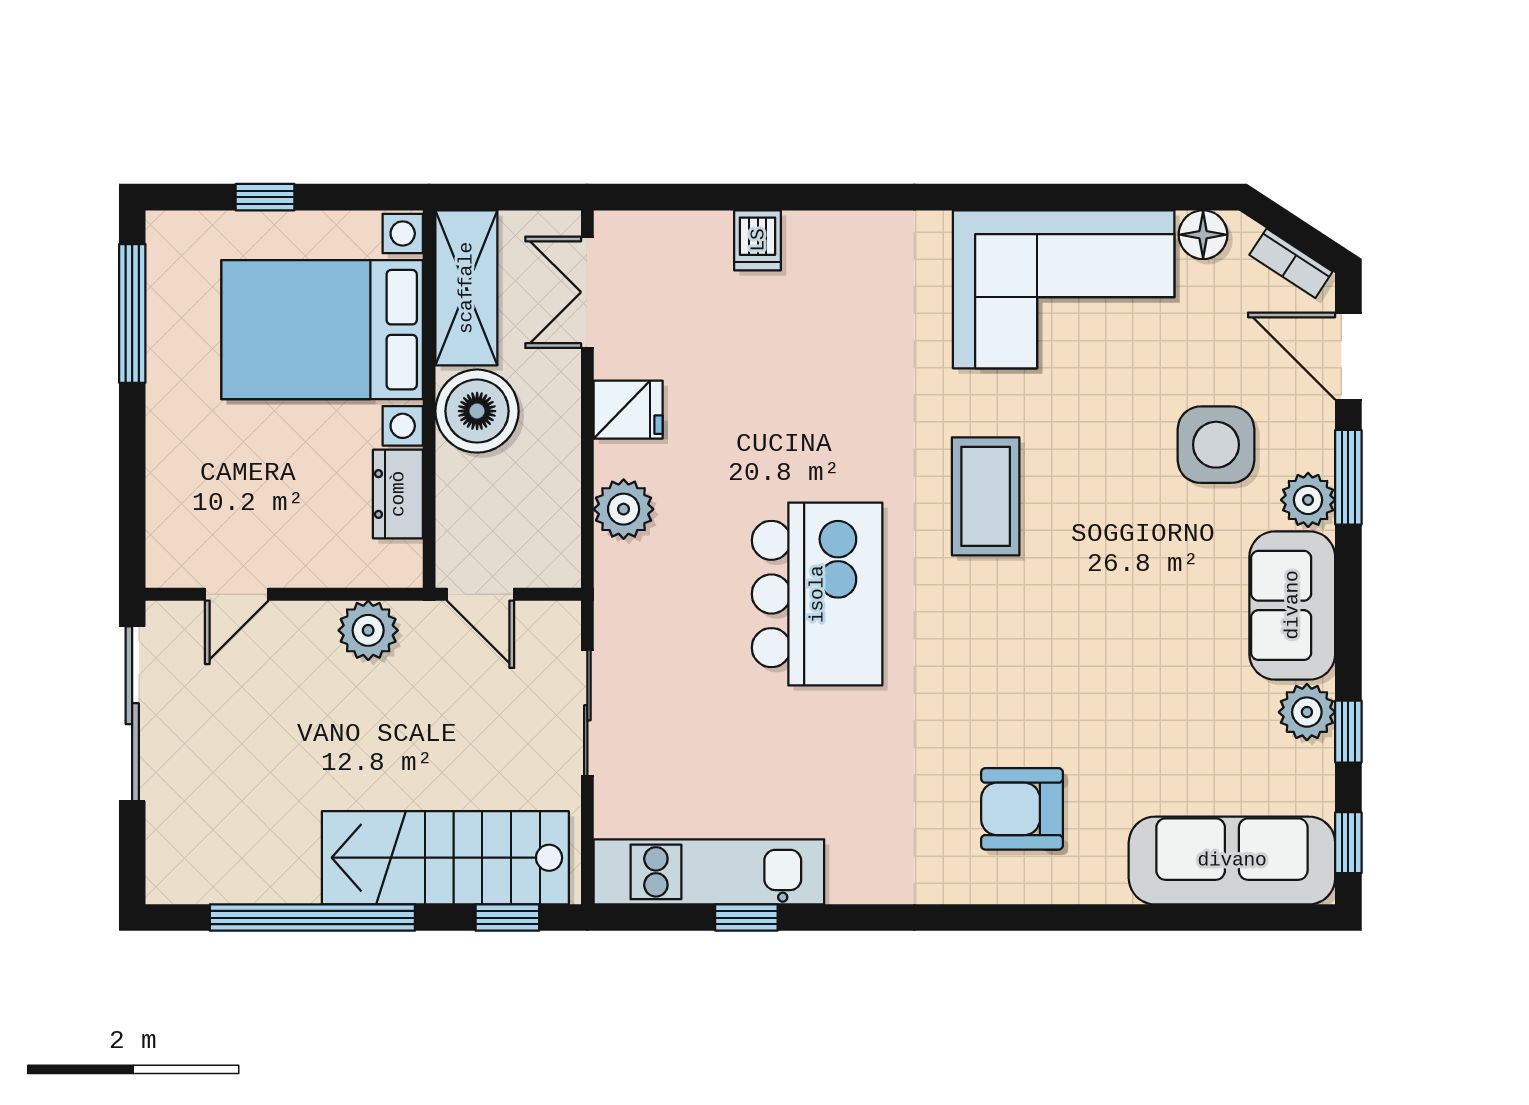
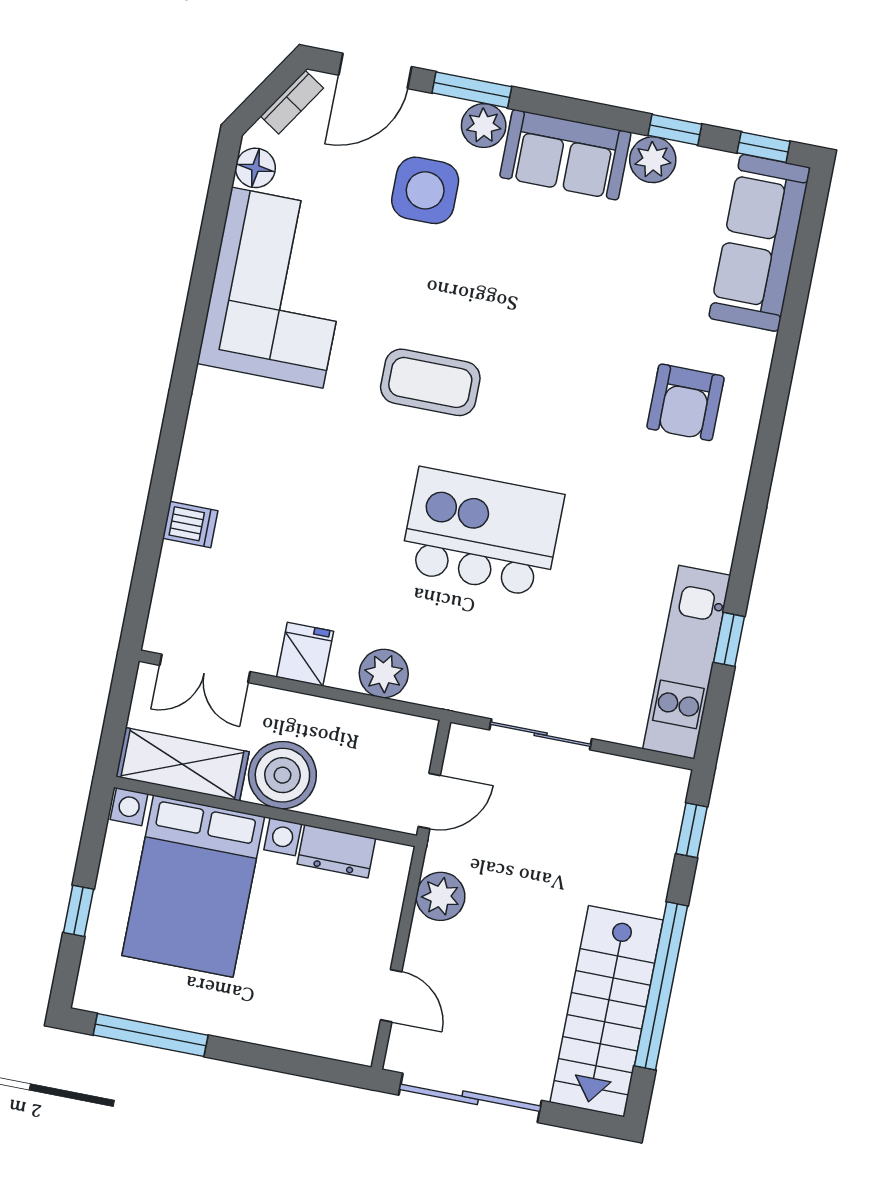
stairs: (445, 858) -> (607, 1011), moved

